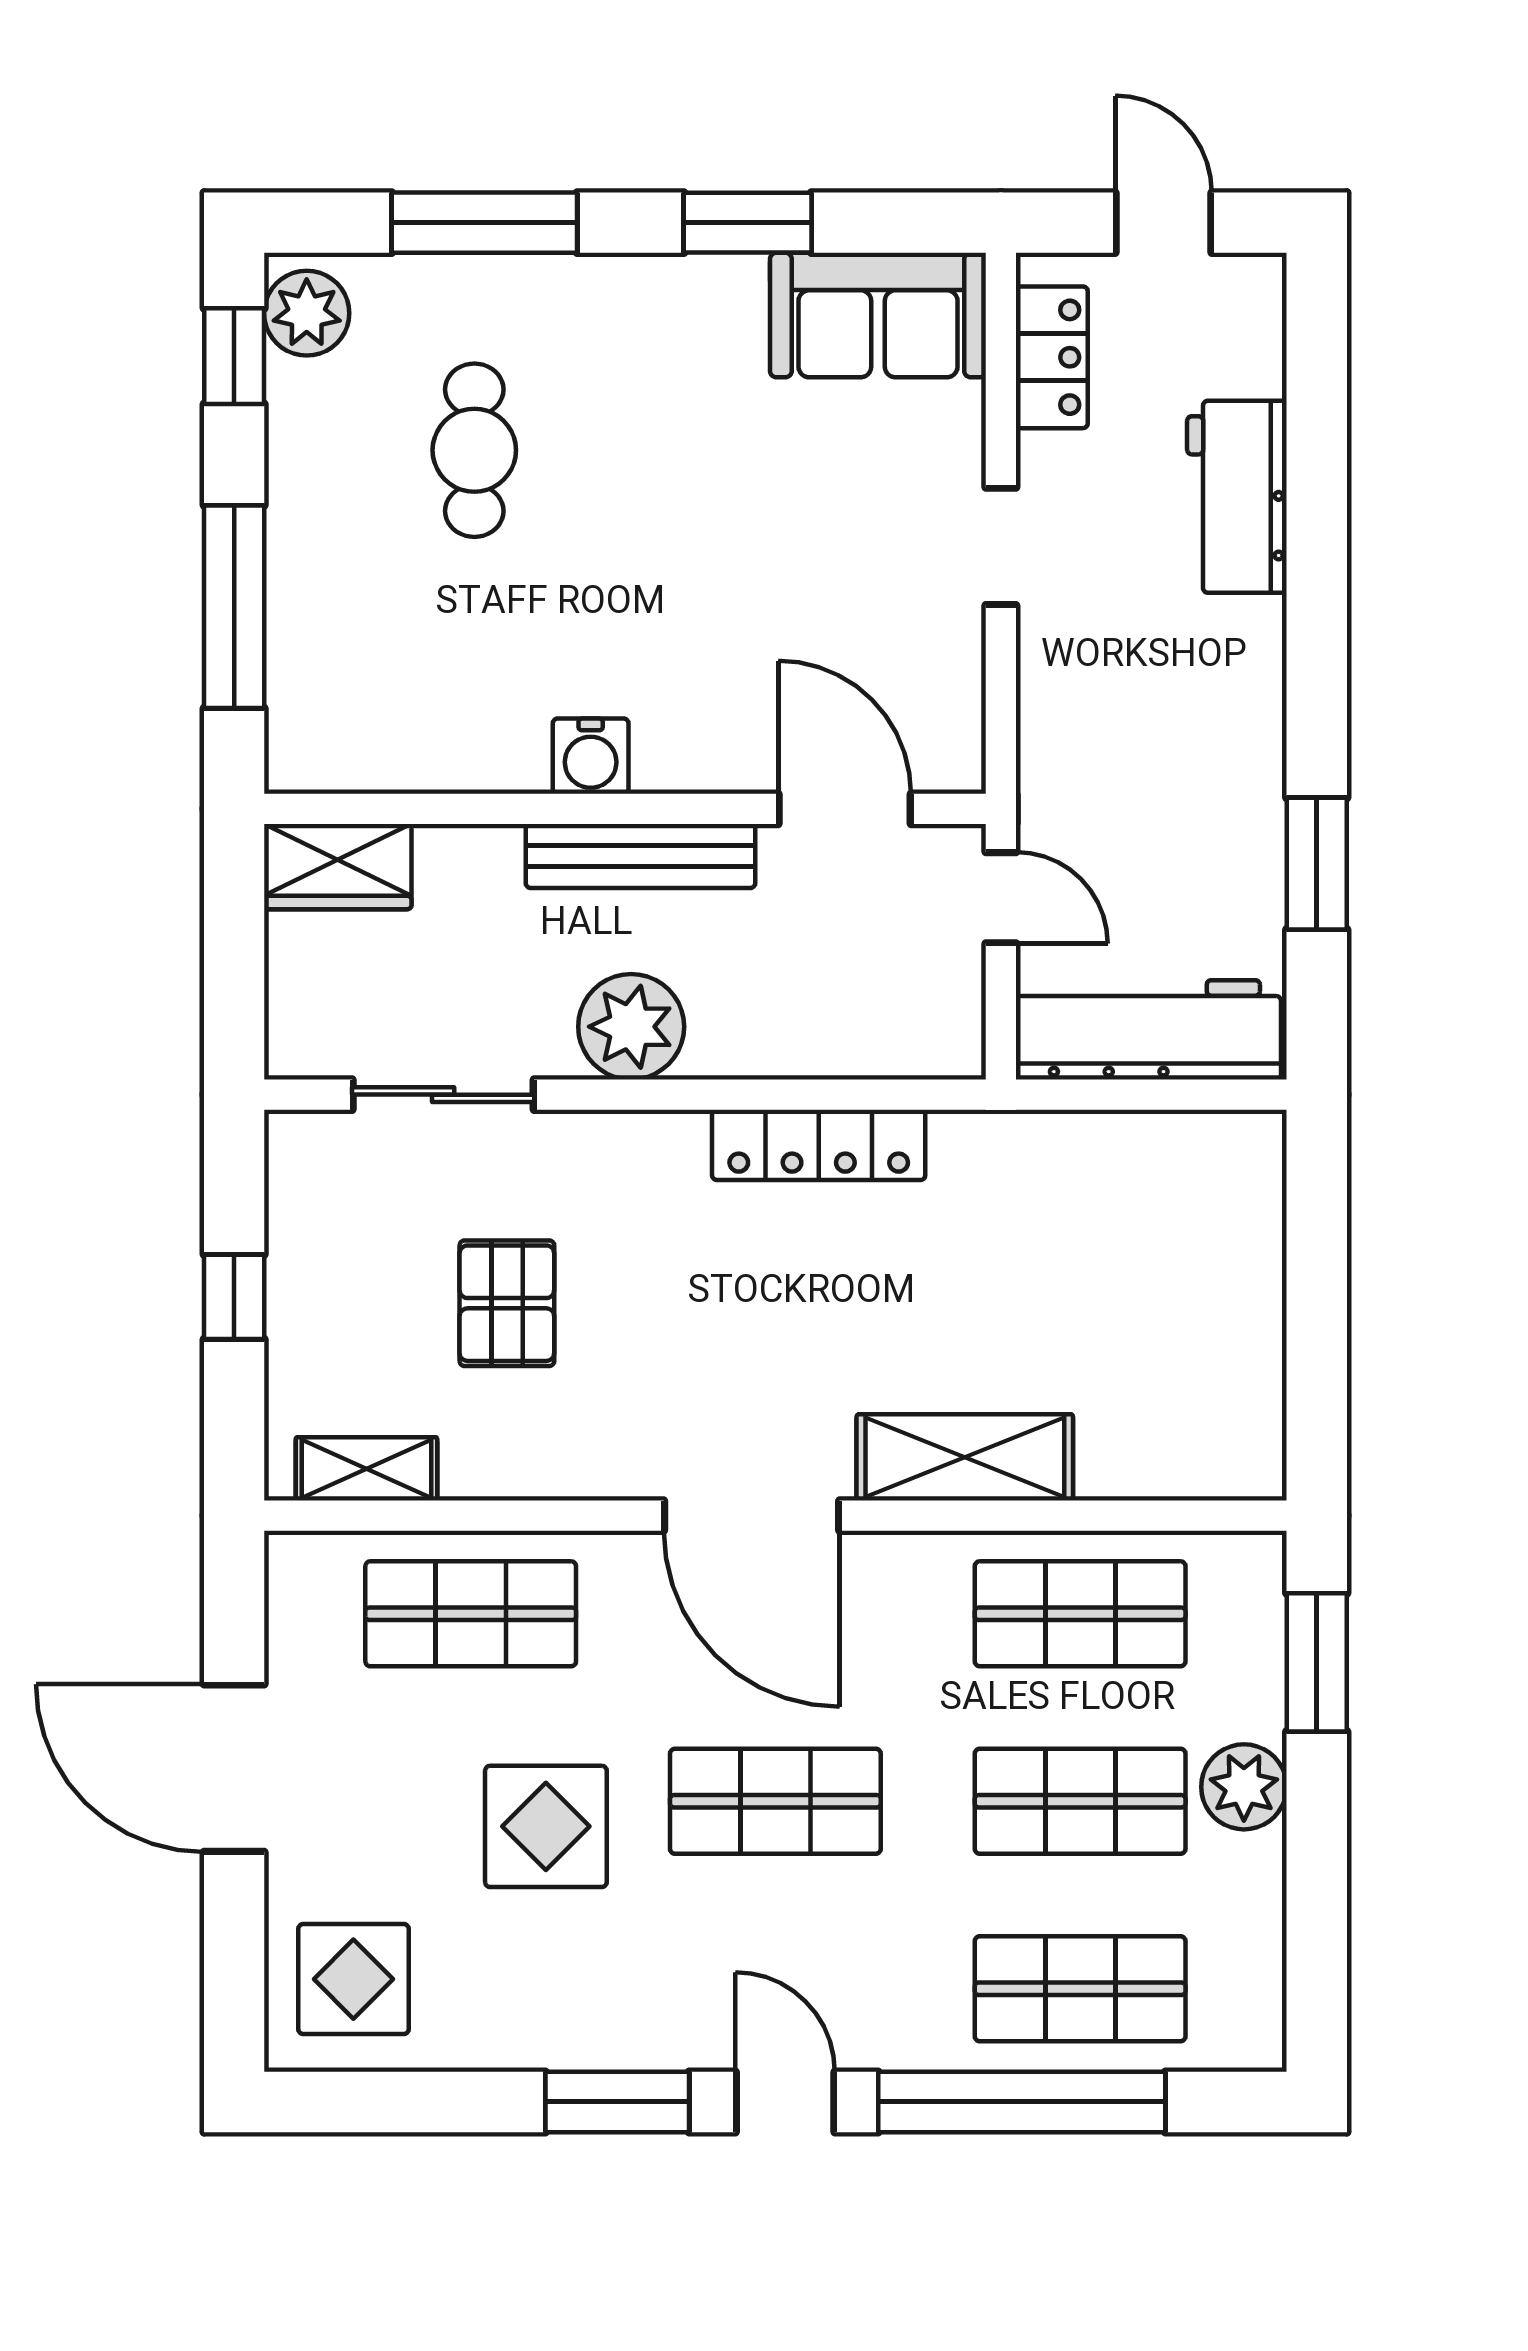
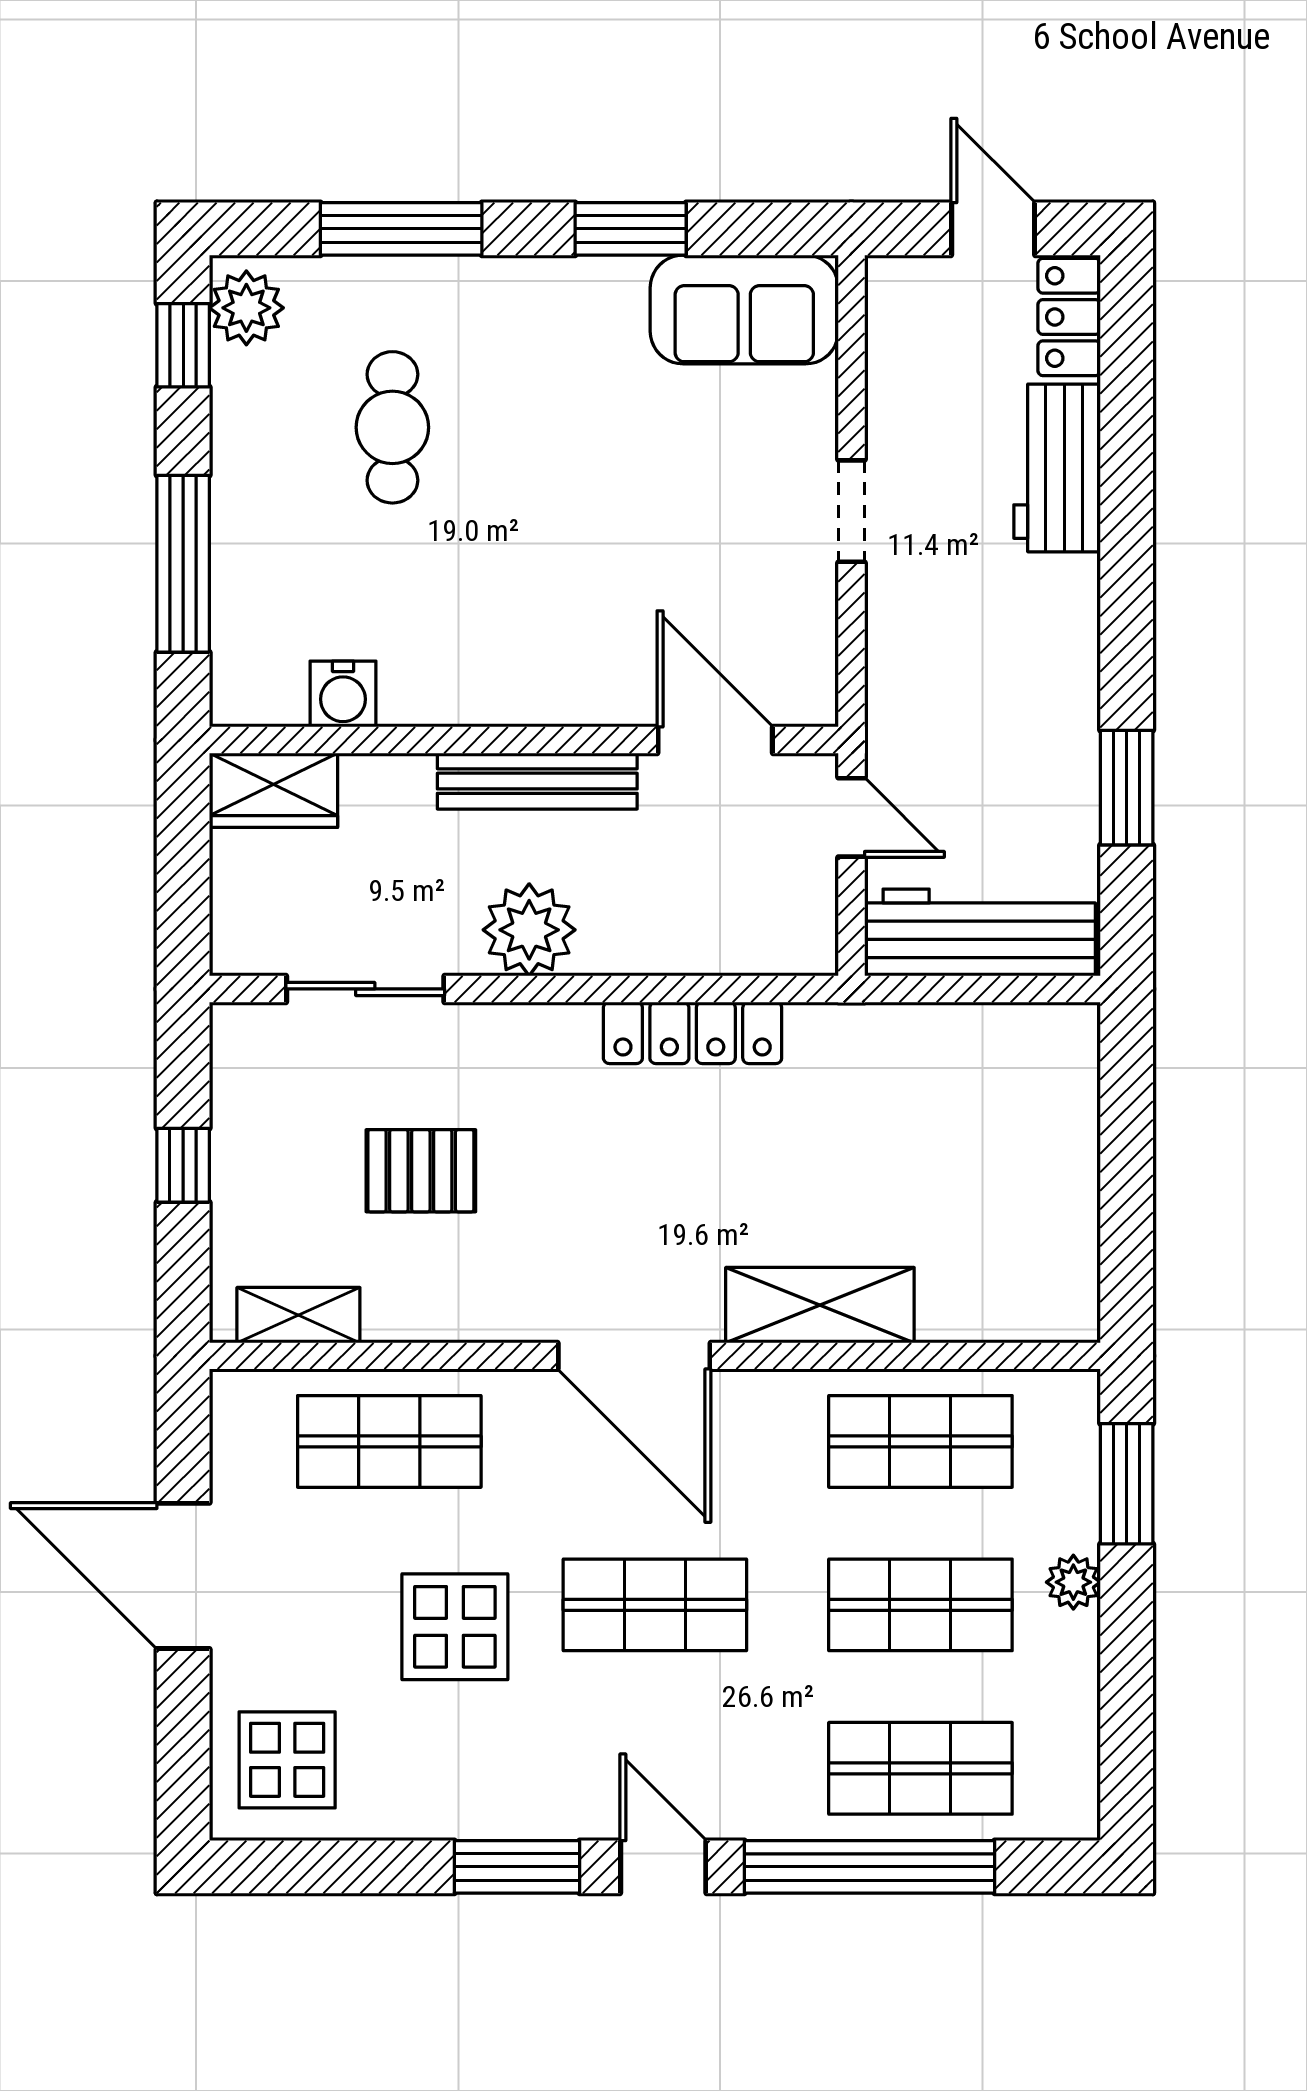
locker: (1052, 357) -> (1069, 317), moved, turned 180
water cooler: (591, 756) -> (343, 694), moved
pallet: (507, 1303) -> (421, 1171), turned 90
plant: (1244, 1787) -> (1073, 1582), width x0.73, depth x0.73

